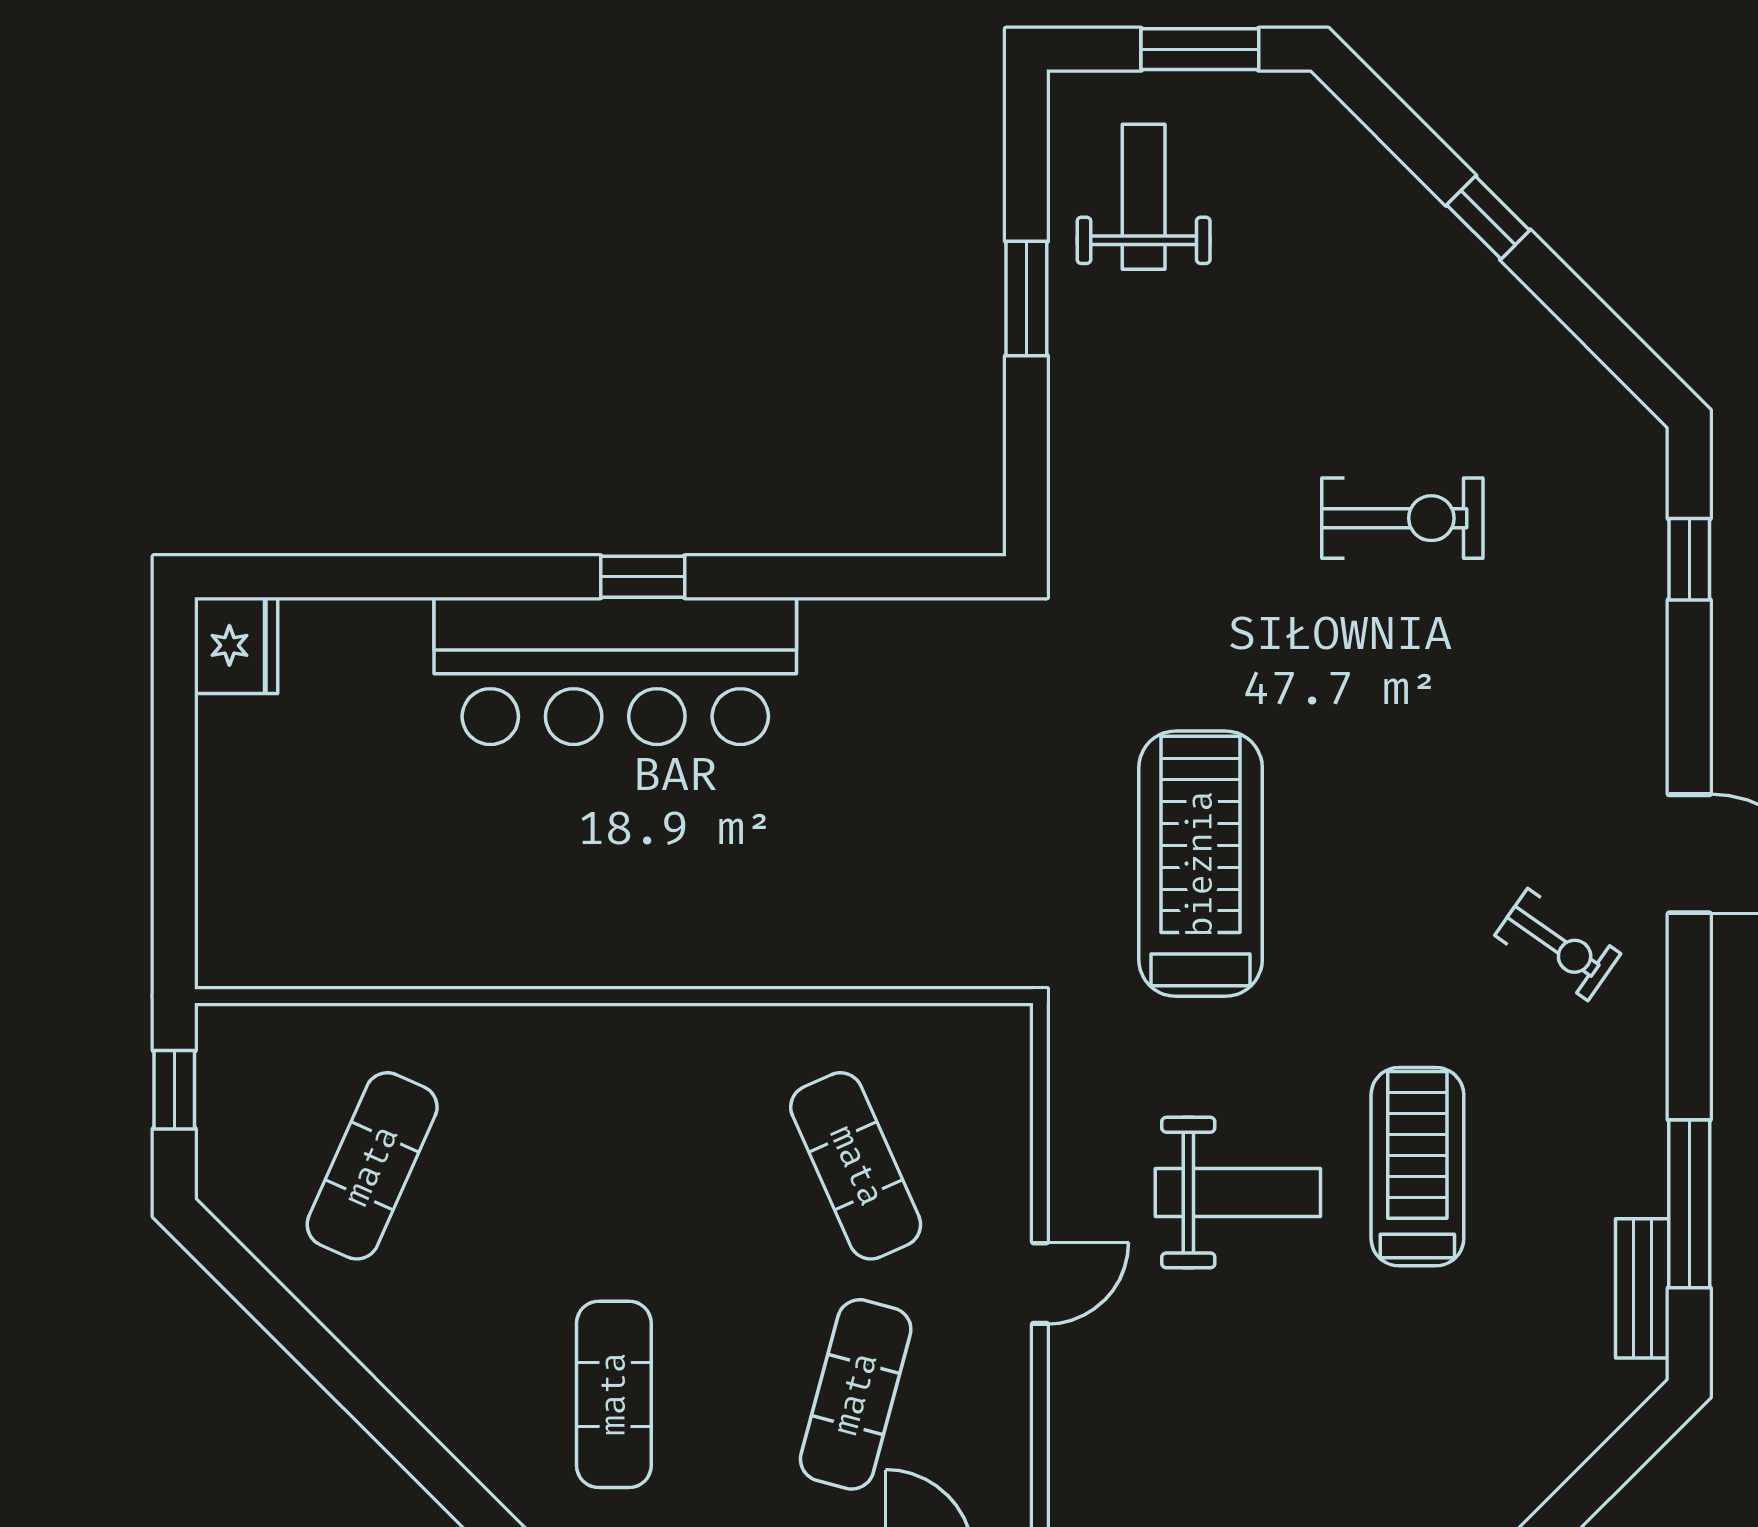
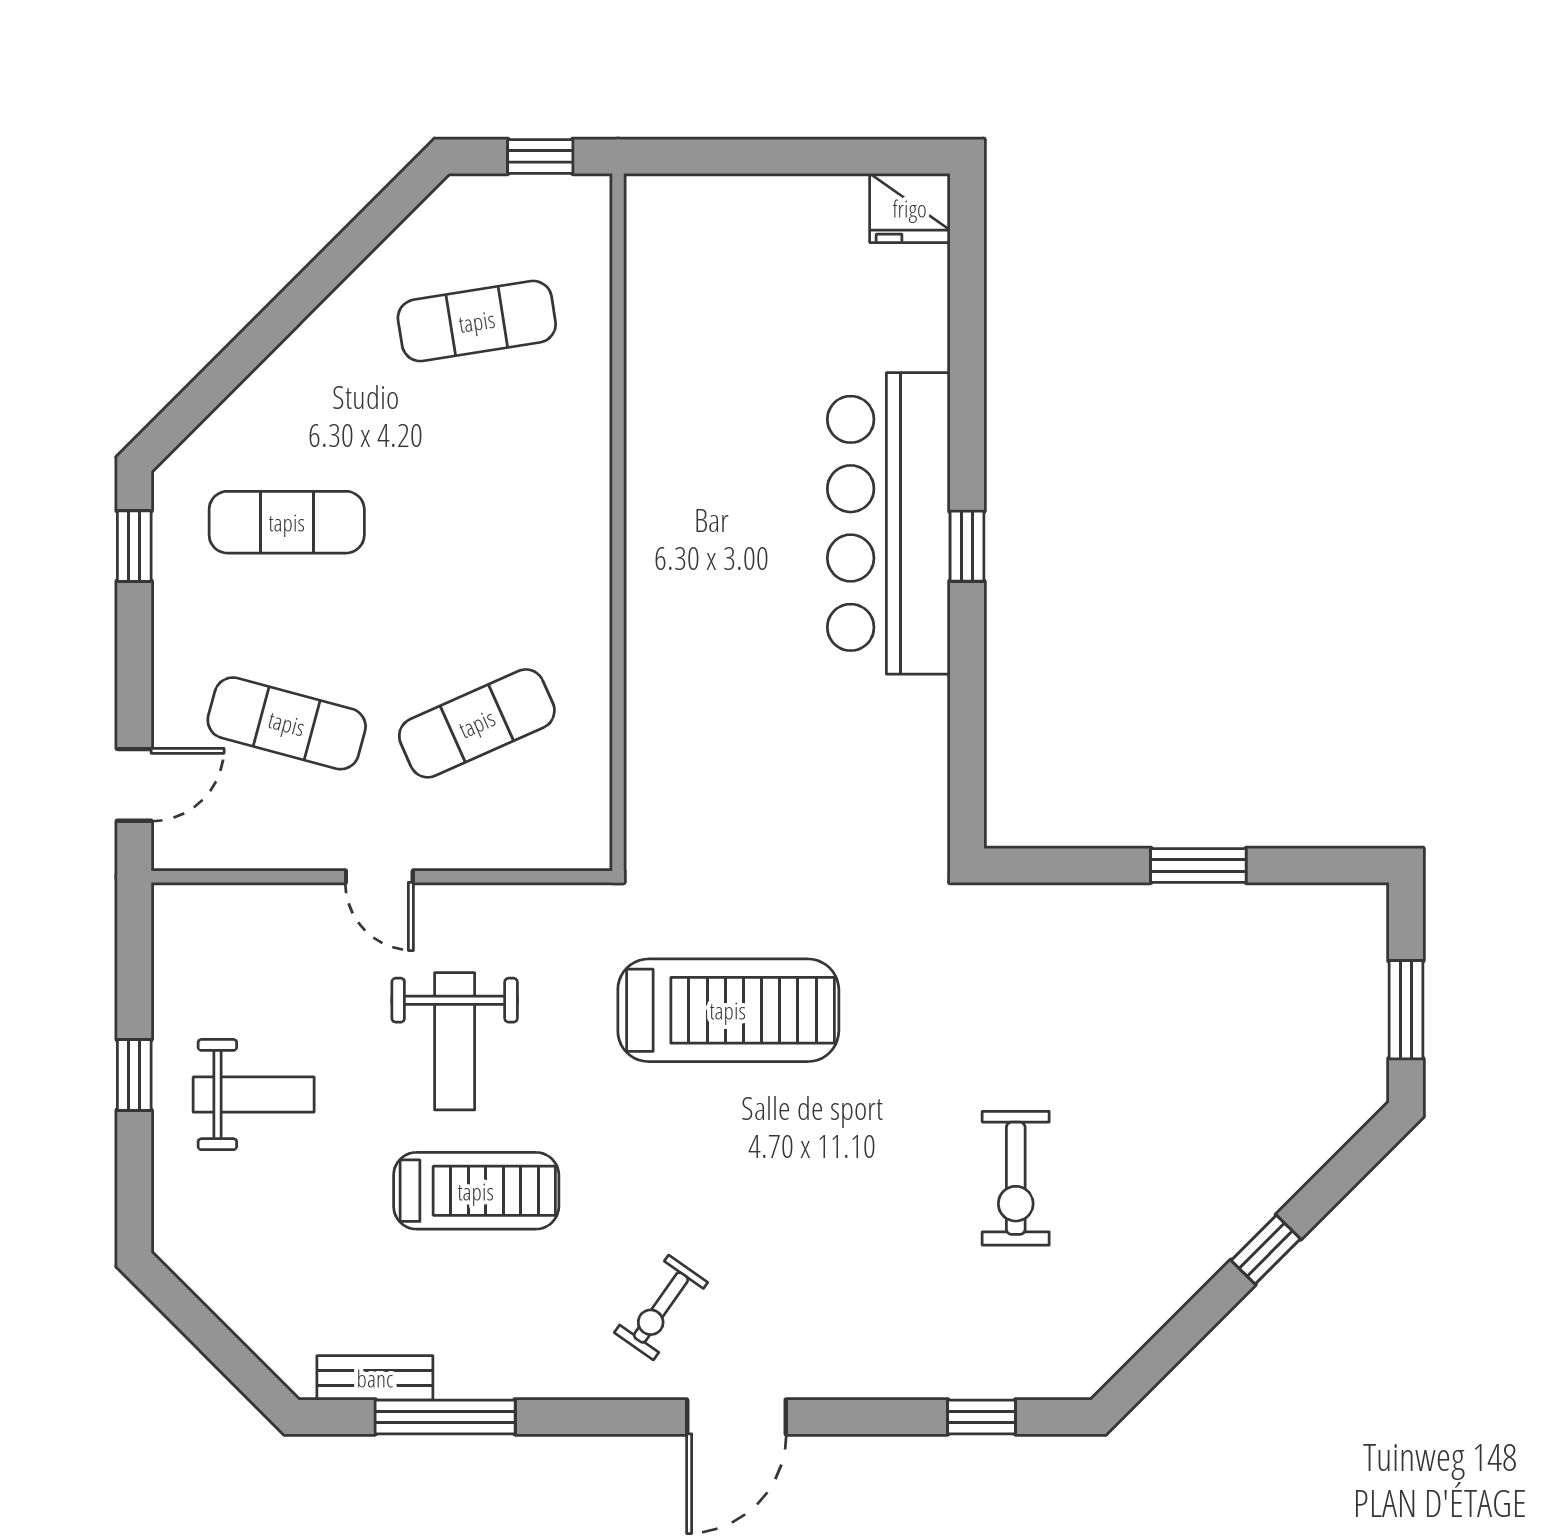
weight bench: (1144, 197) -> (254, 1095), moved
exercise mat: (372, 1166) -> (477, 321), turned -33

